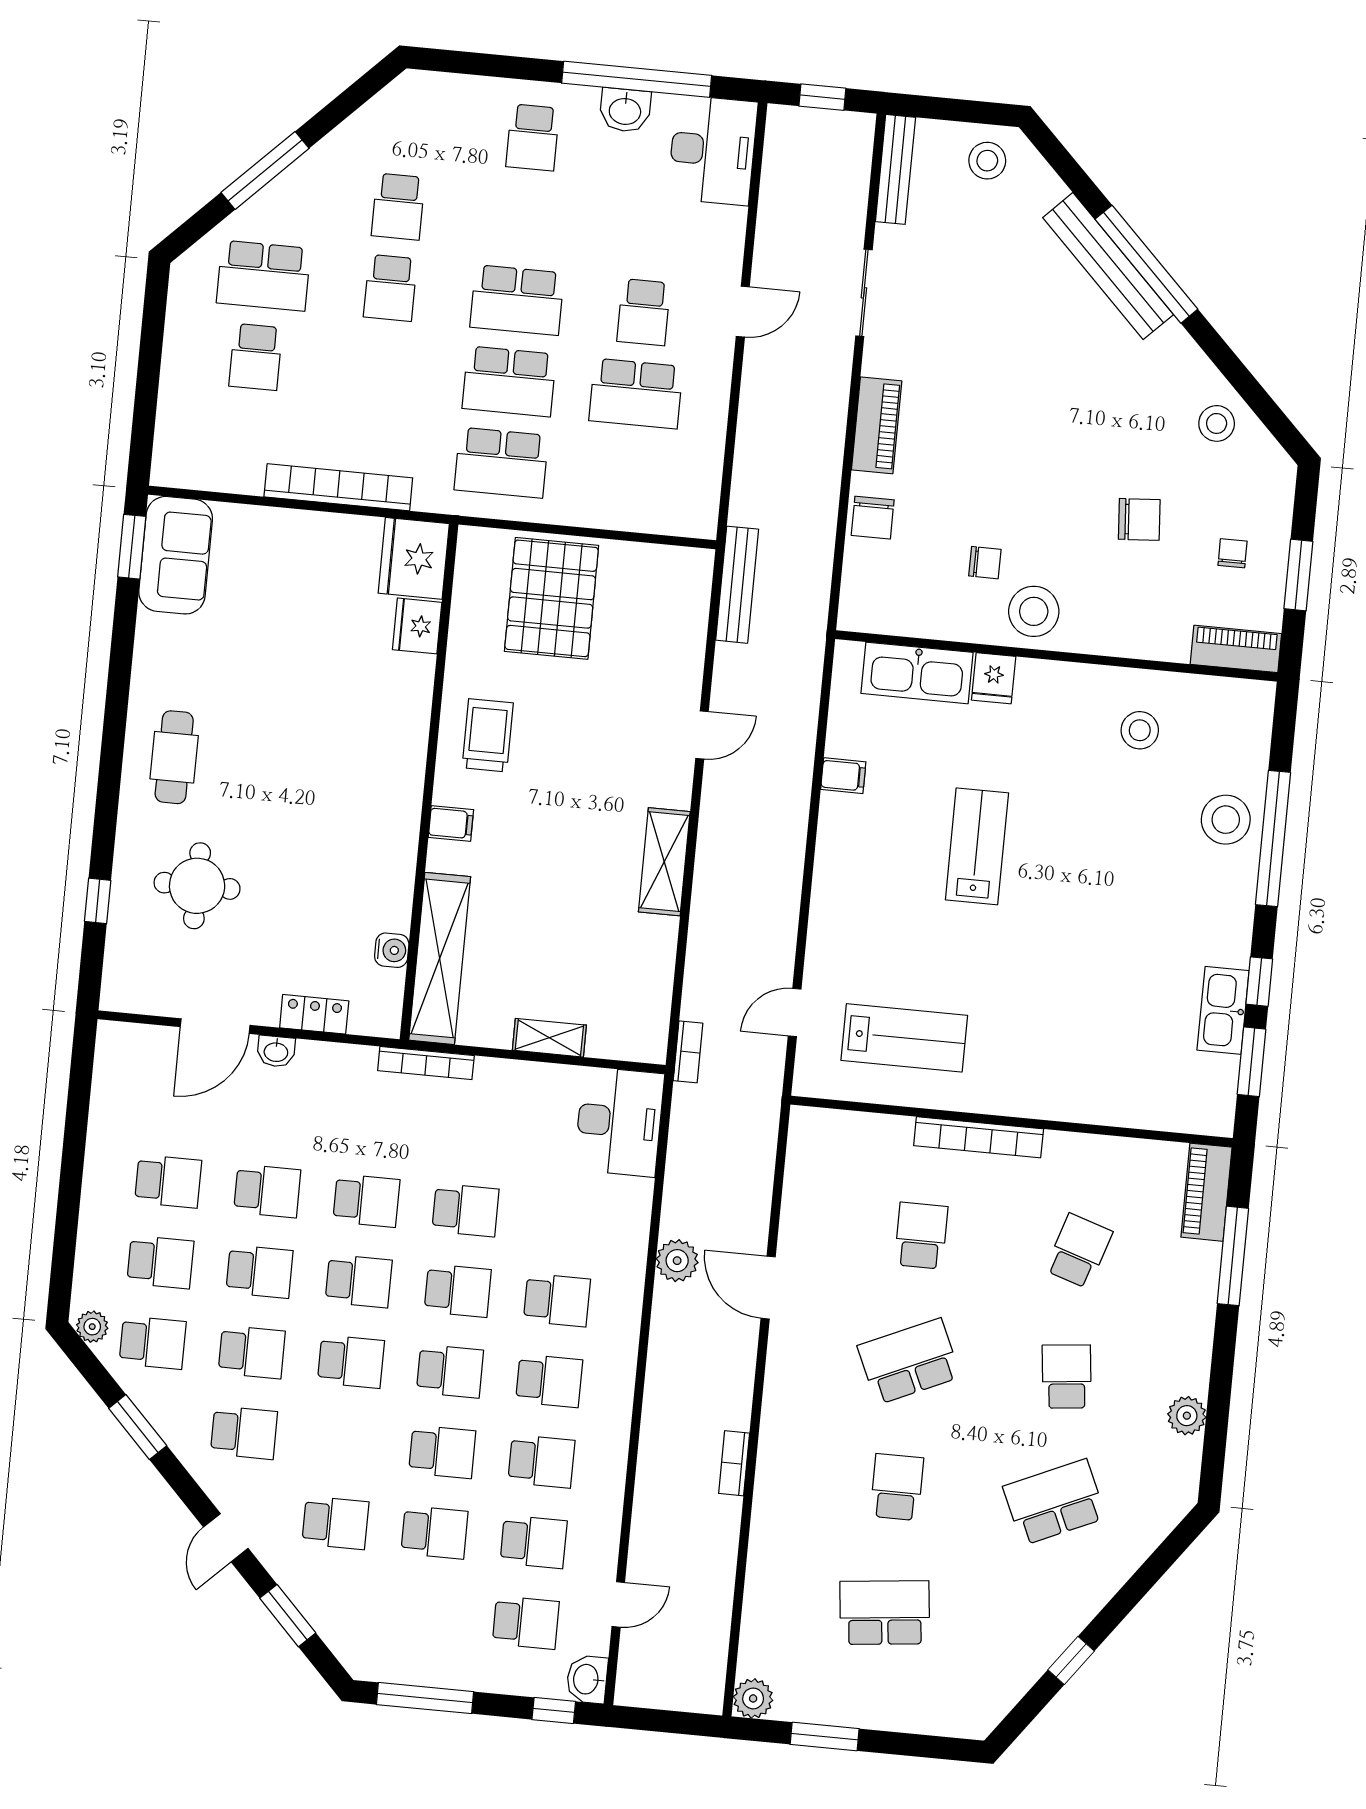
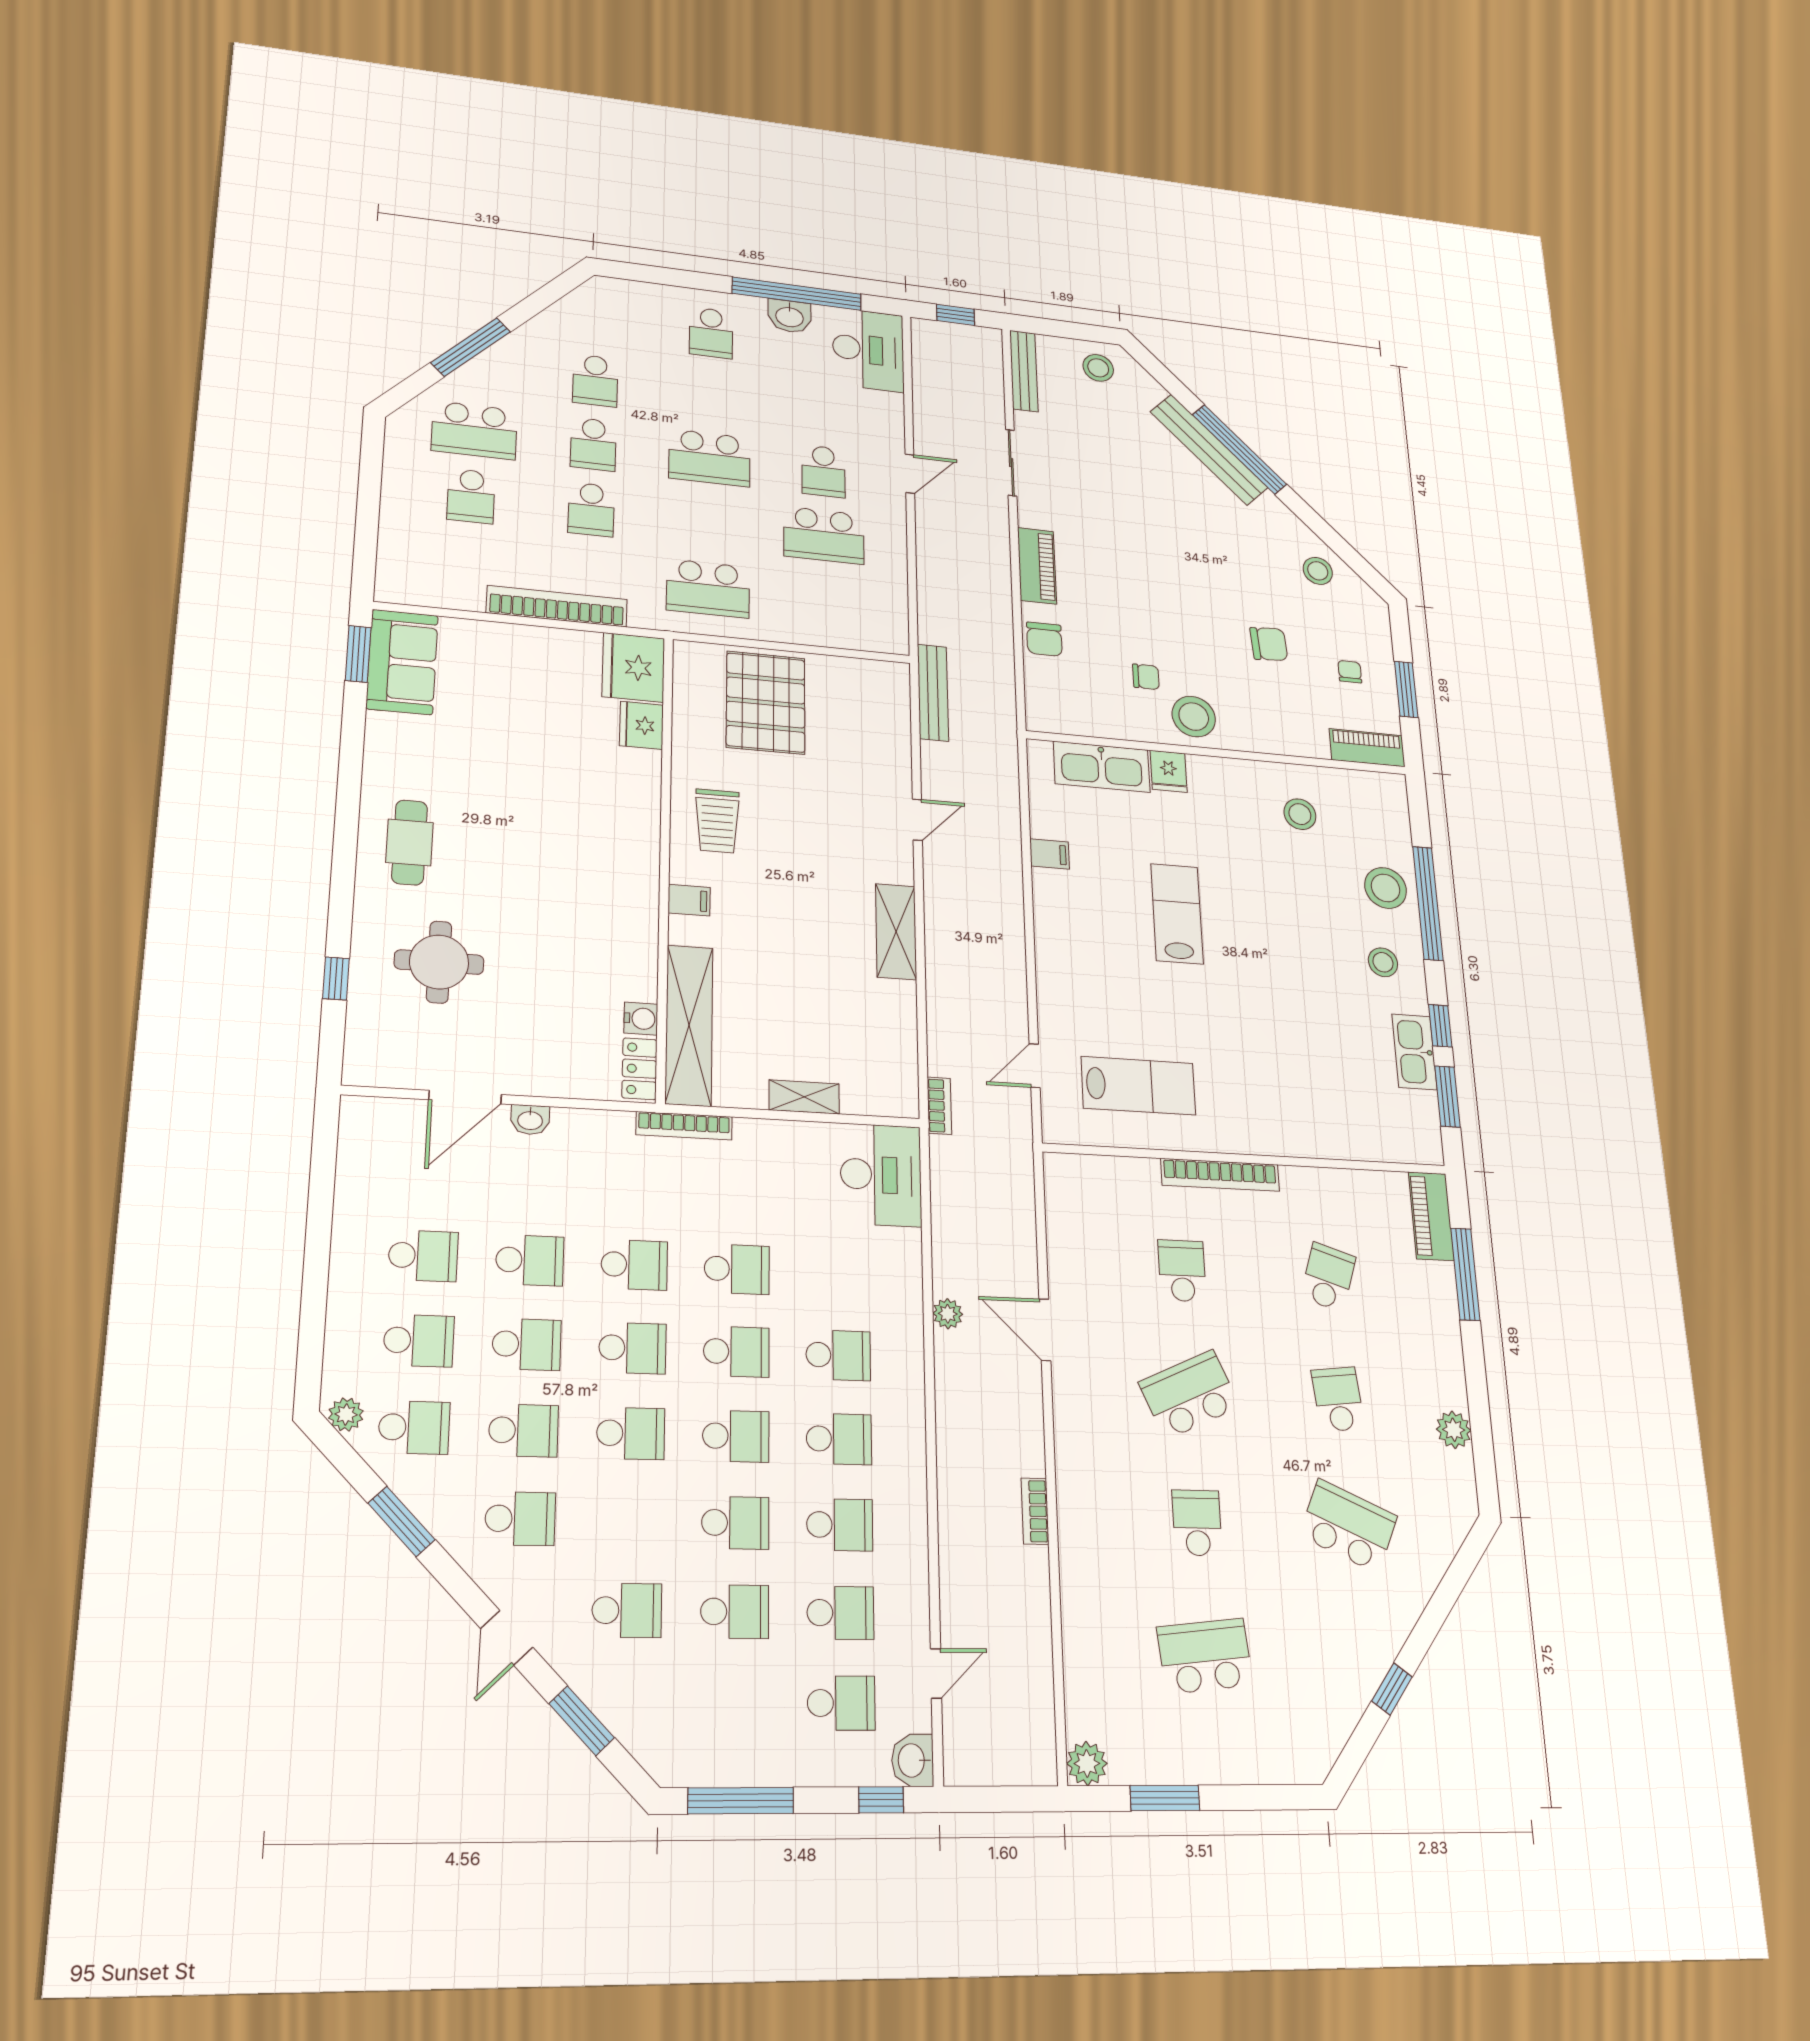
school desk: (509, 381) -> (591, 509), moved, width x0.54
trolley: (488, 735) -> (717, 821), turned 180
stool: (1206, 907) -> (1383, 962), added
locker: (314, 1014) -> (640, 1069), moved, turned -90
plant: (677, 1261) -> (948, 1314), width x0.73, depth x0.73
school desk: (1054, 1502) -> (1348, 1526), turned 48

